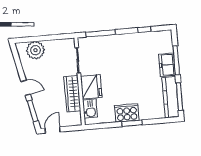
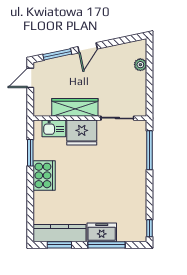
window: (144, 30) -> (150, 228), moved
plant: (35, 50) -> (140, 65), width x0.53, depth x0.53
window: (179, 97) -> (59, 245), width x0.69
window: (132, 123) -> (30, 153), moved
door: (53, 130) -> (30, 78), swing flipped

